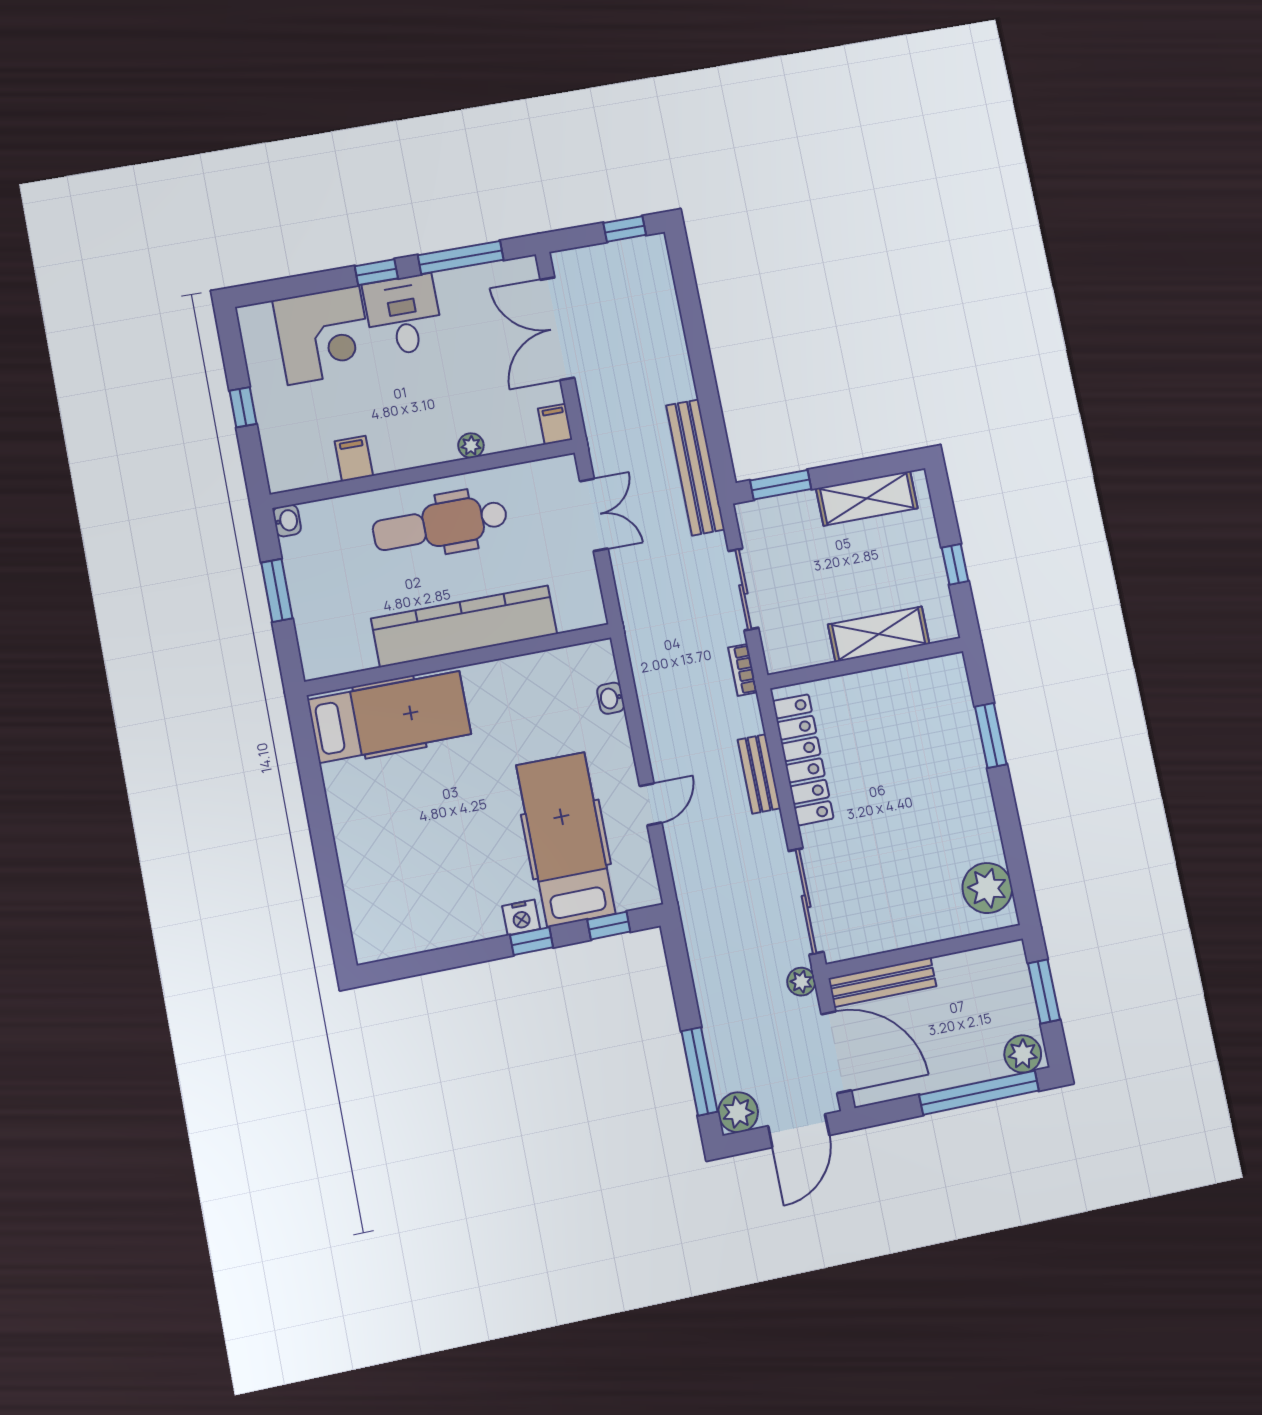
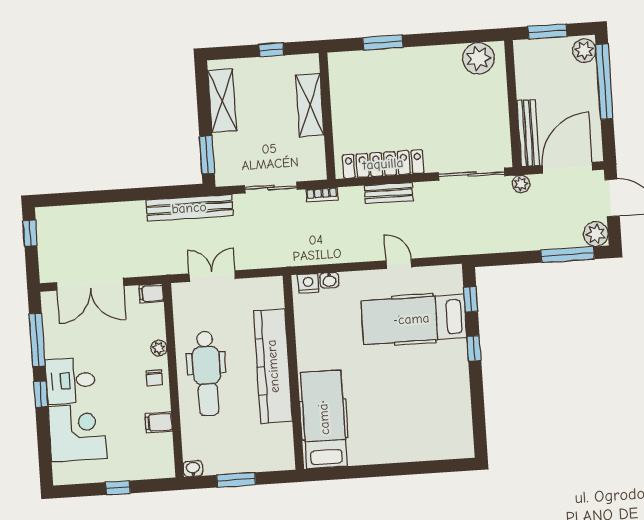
chair: (423, 444) -> (154, 378), added
nightstand: (521, 917) -> (308, 283), moved, turned -90

